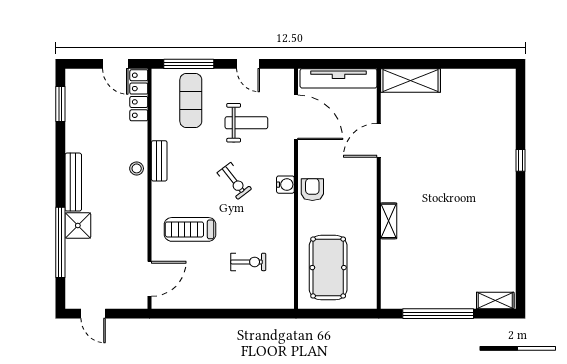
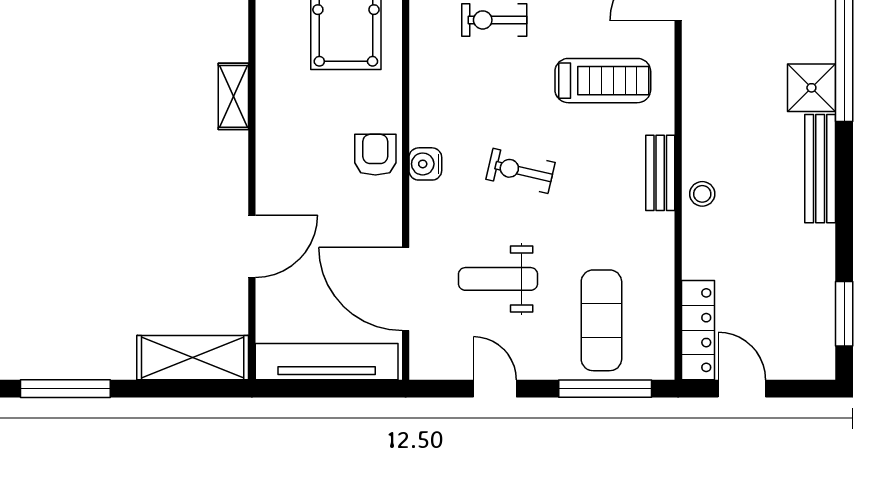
window: (479, 64) -> (65, 389), added
bench: (159, 161) -> (660, 173), moved
exercise bike: (234, 181) -> (521, 171), turned -39
armchair: (312, 190) -> (375, 155), turned 180

